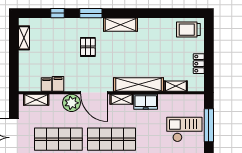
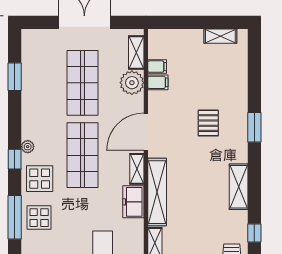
window: (57, 13) -> (254, 233), moved
shelving: (121, 25) -> (239, 187), moved
pallet: (88, 47) -> (208, 123), turned 90
plant: (72, 103) -> (132, 83), moved

